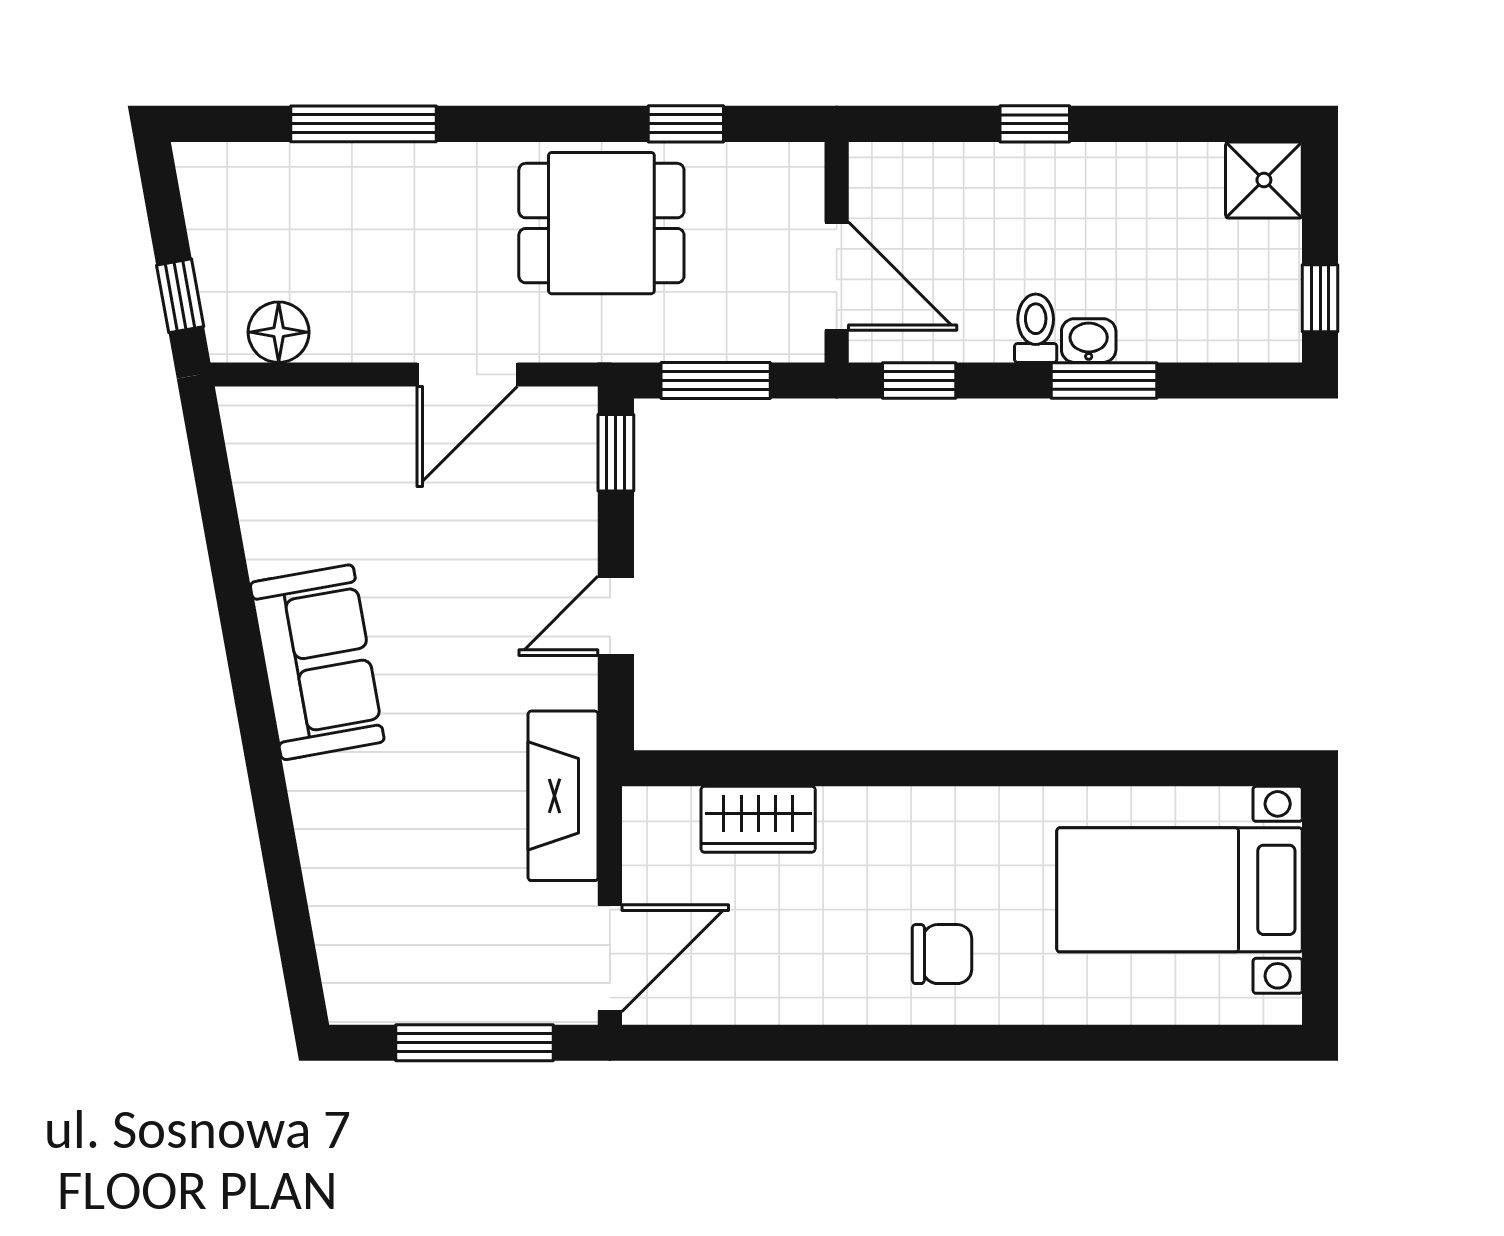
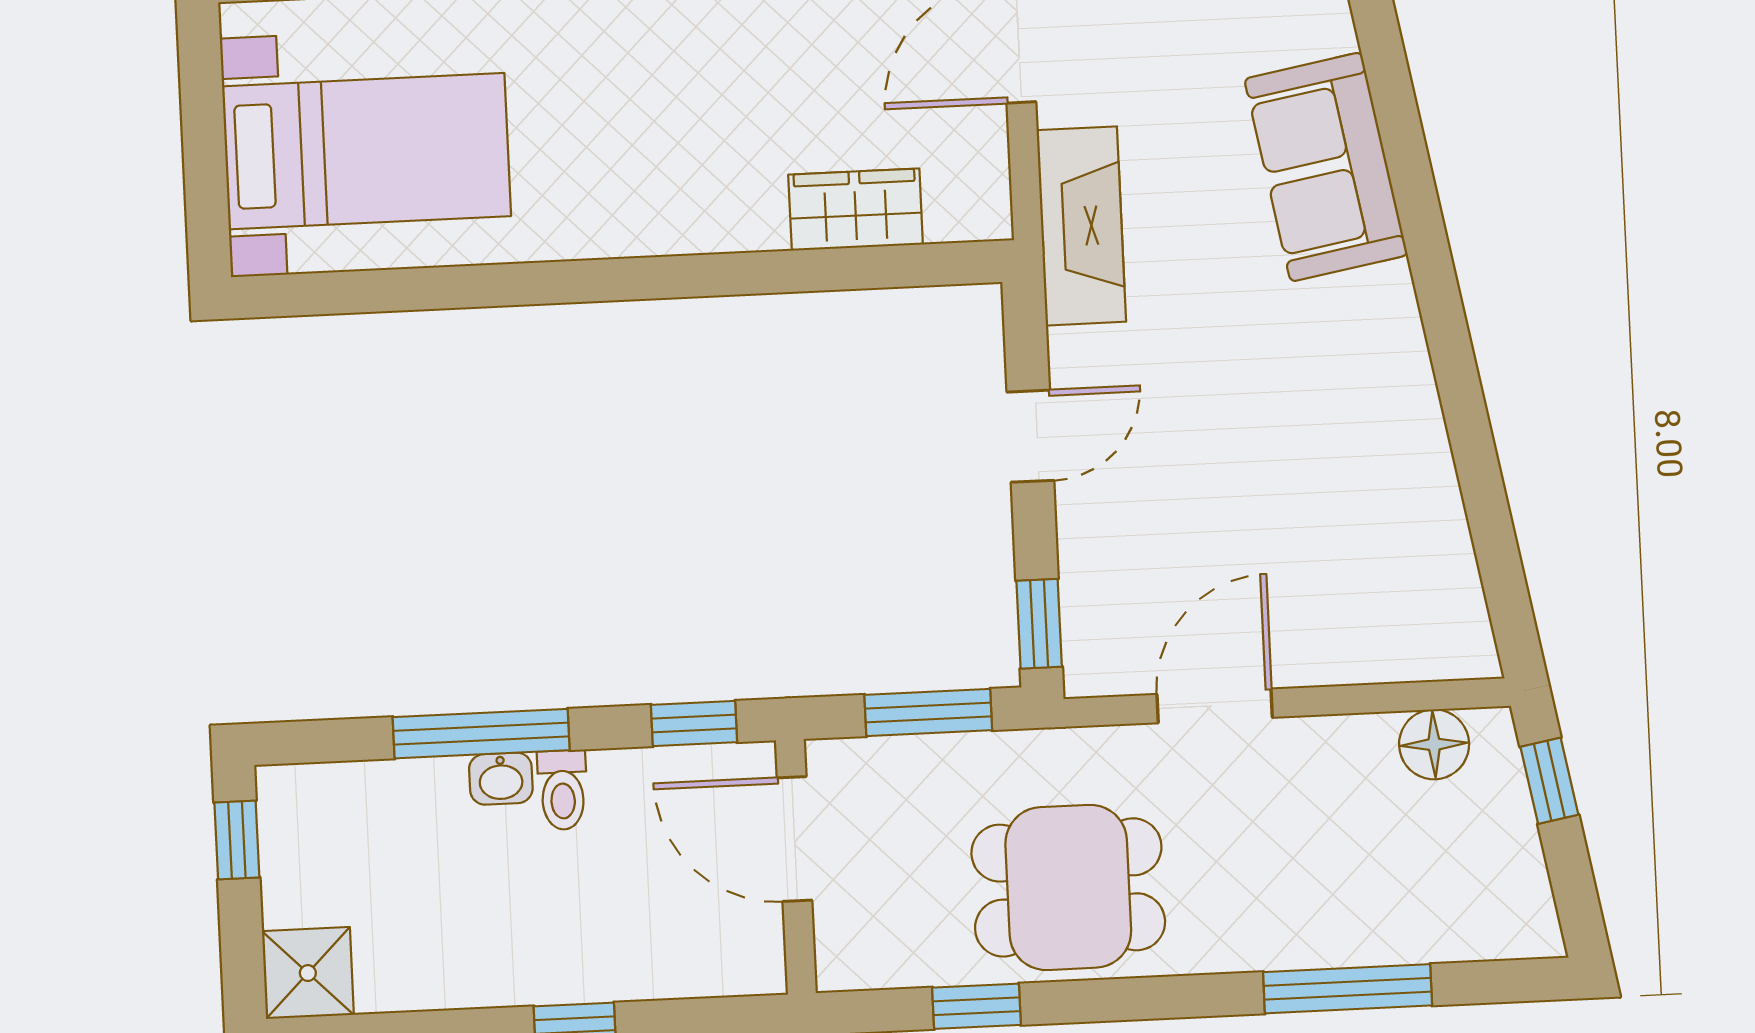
window: (1104, 380) -> (481, 734), width x1.44
sofa: (317, 662) -> (1326, 167), moved
chair: (942, 954) -> (636, 64), removed

